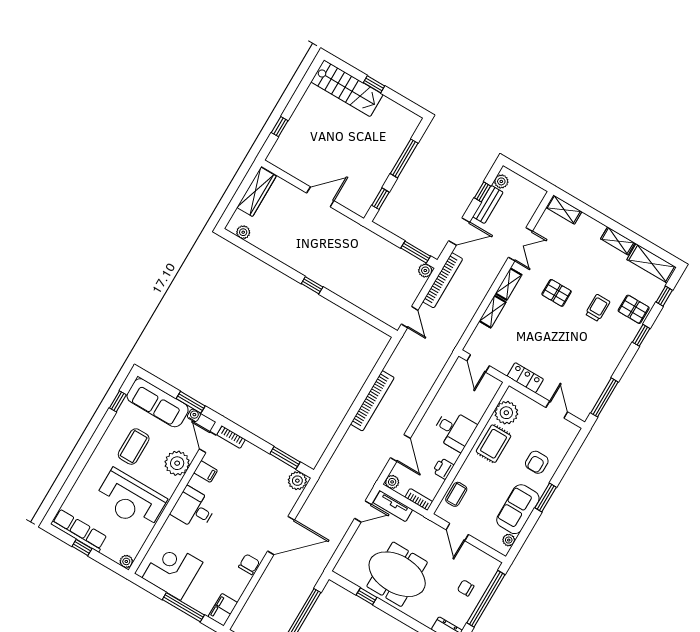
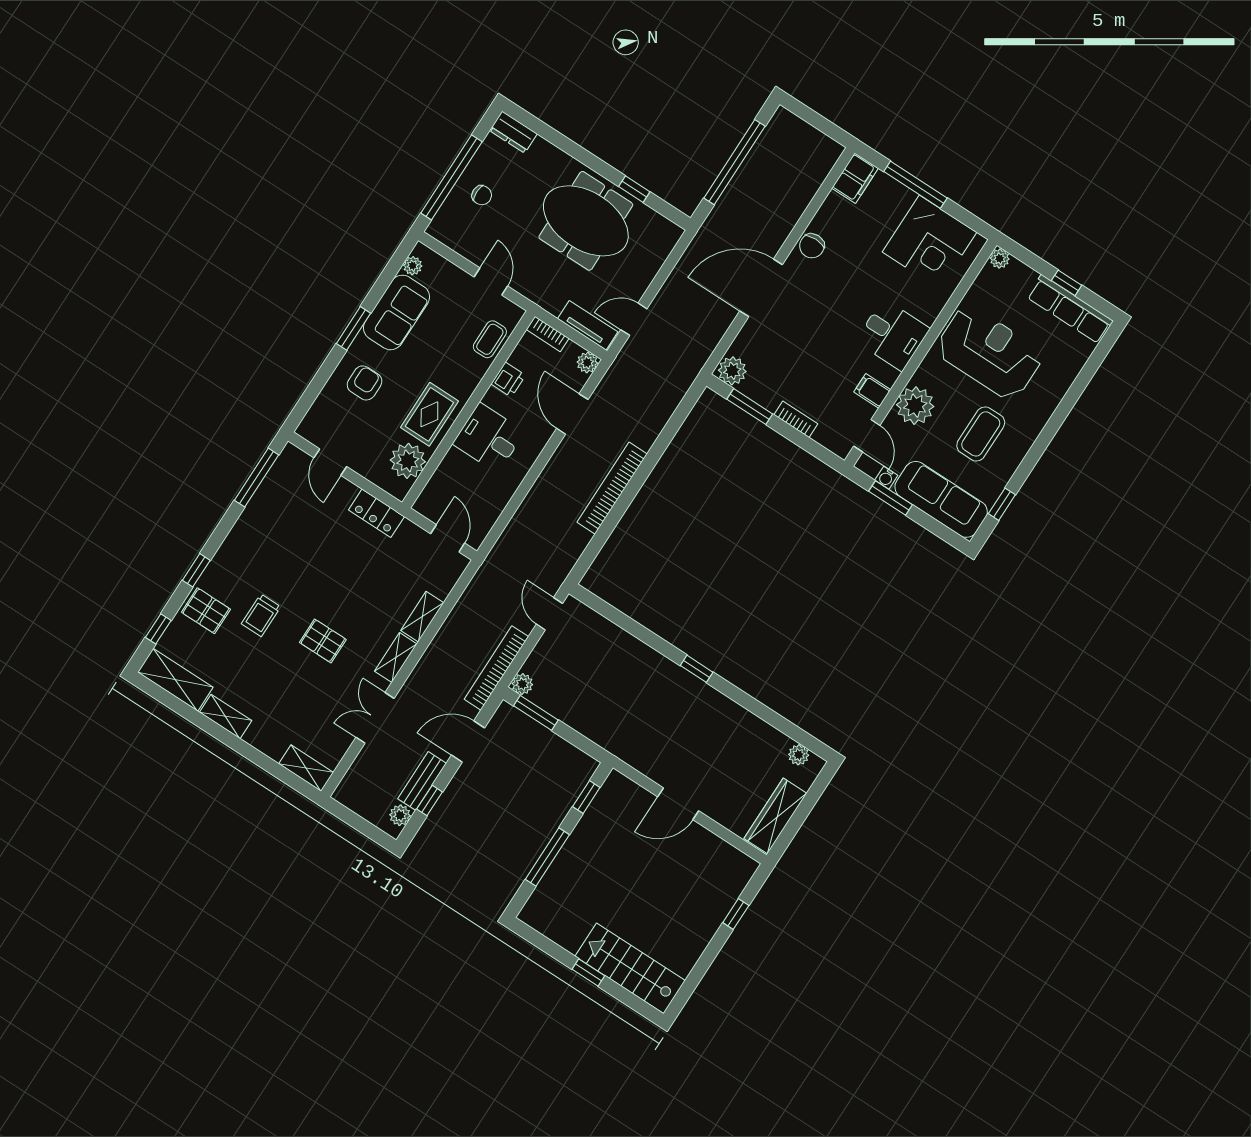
bookcase: (231, 437) -> (796, 419), moved

